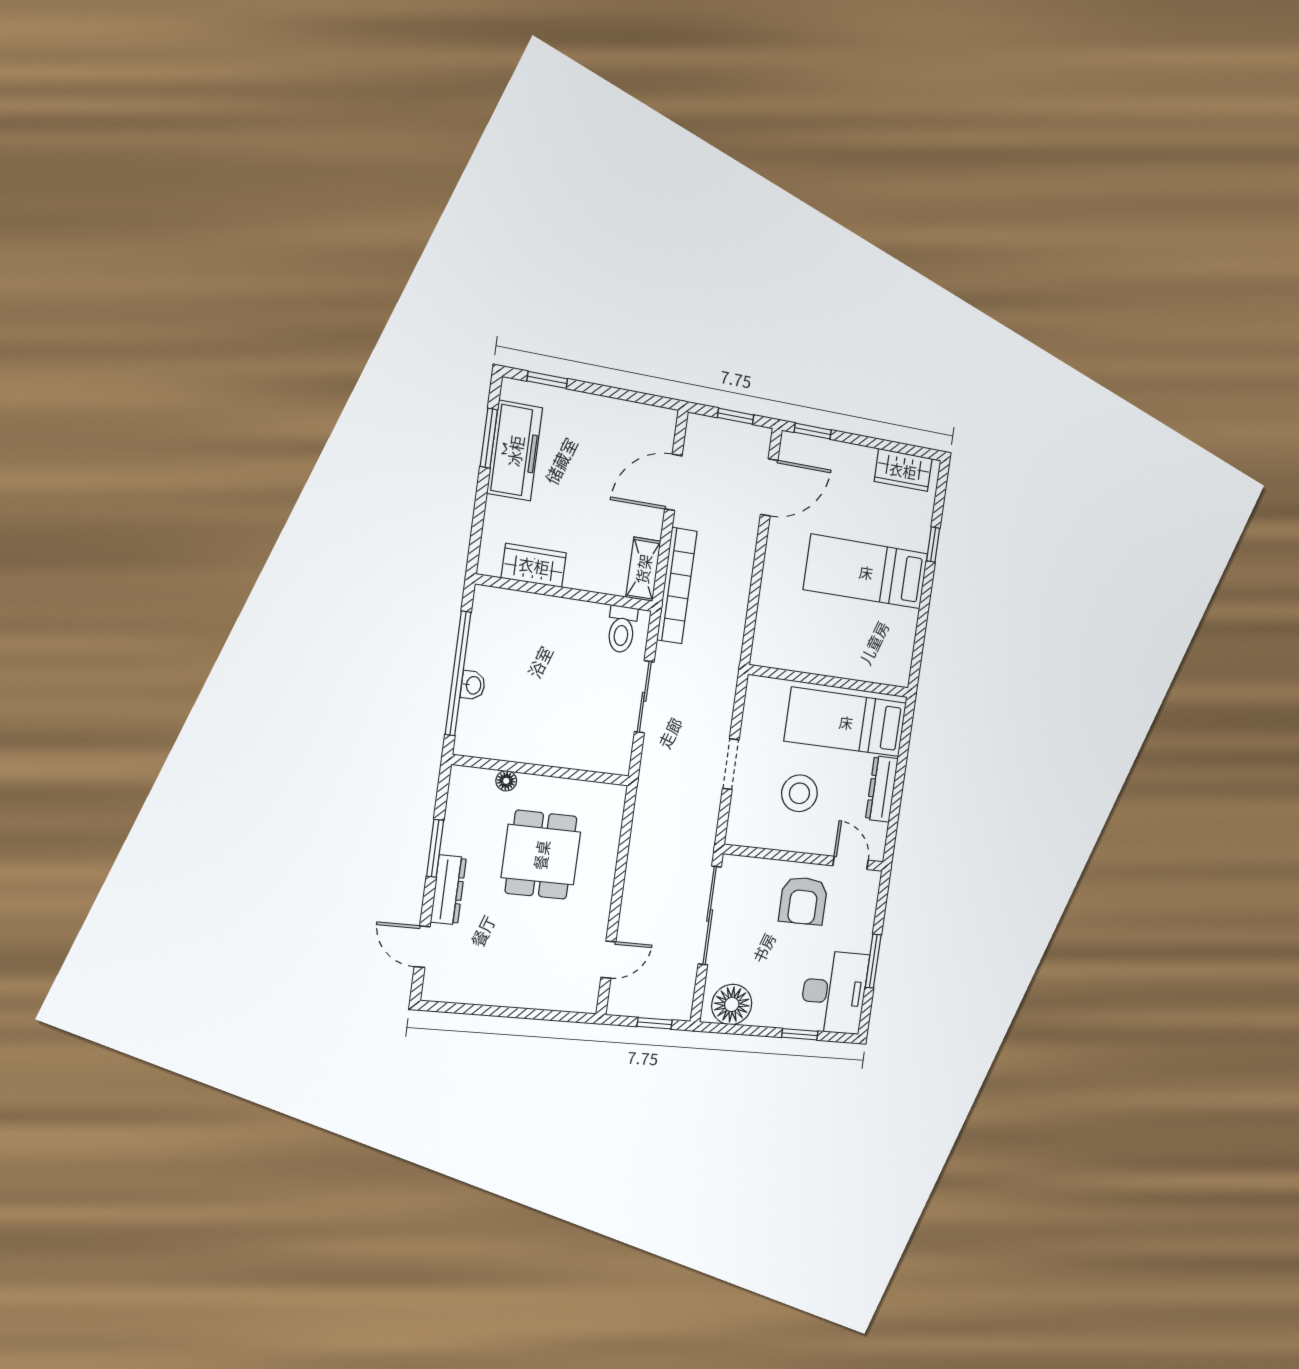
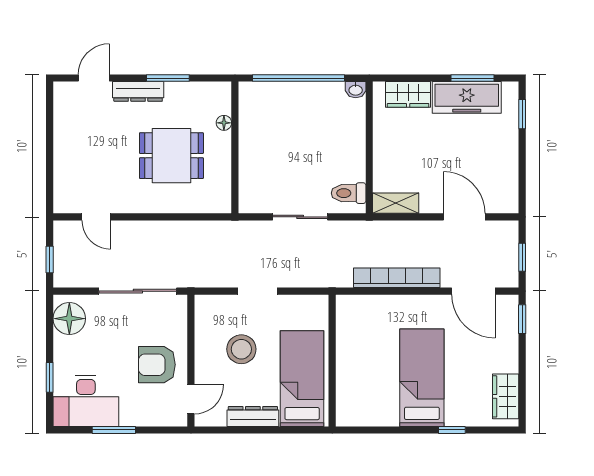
wardrobe: (534, 565) -> (408, 94), moved, turned 90
bookcase: (677, 586) -> (397, 278), moved, turned 180
washbasin: (473, 685) -> (356, 90), moved

